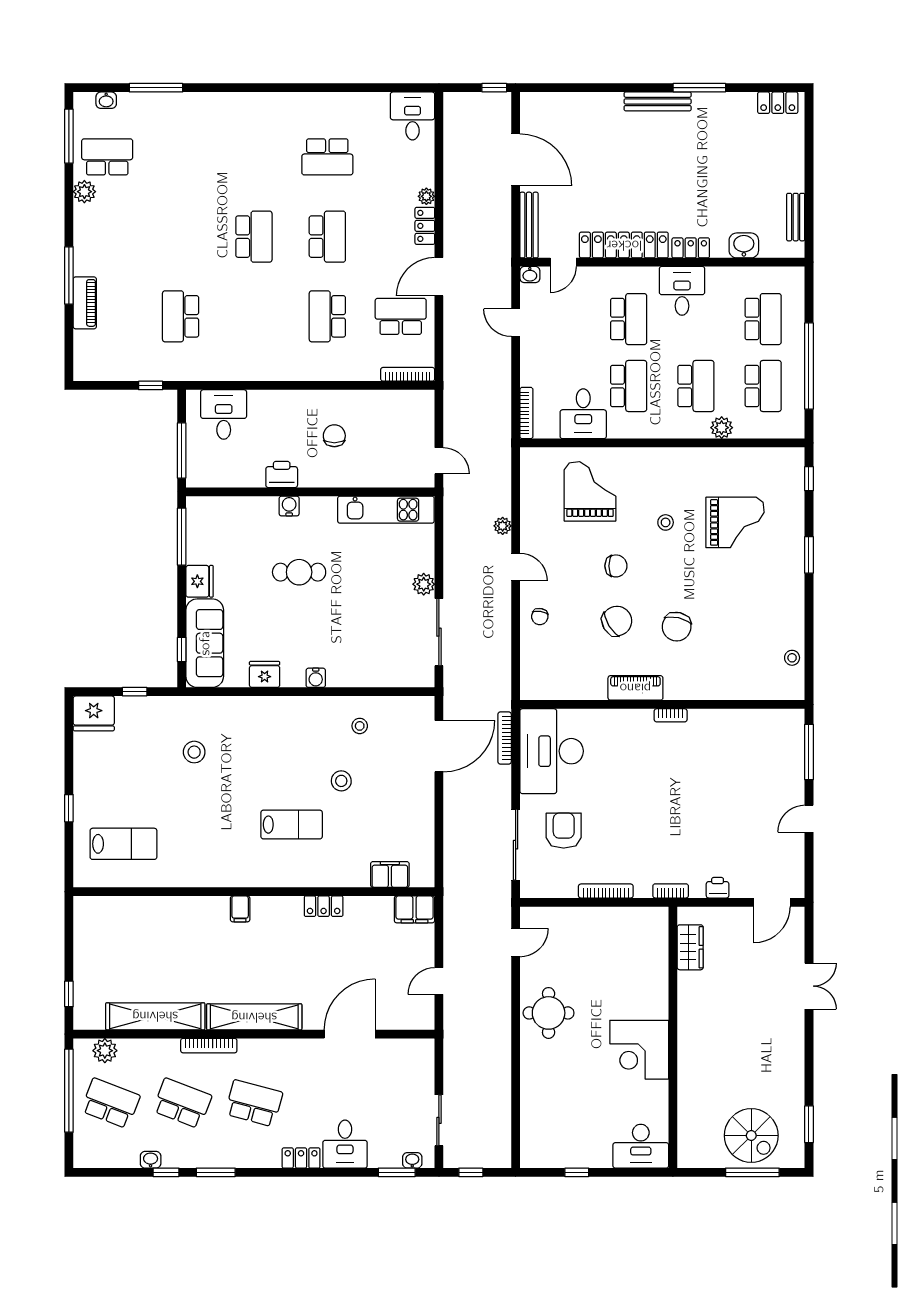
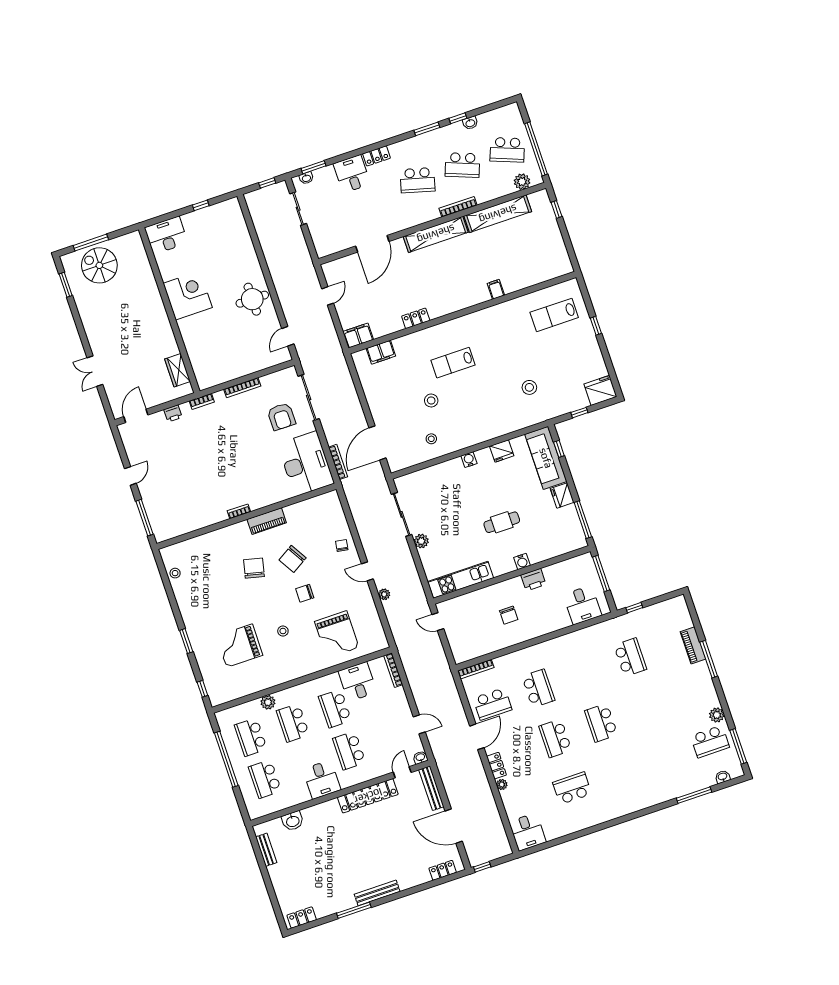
locker: (691, 248) -> (443, 870), moved, turned 180
filing cabinet: (240, 909) -> (496, 289), moved

